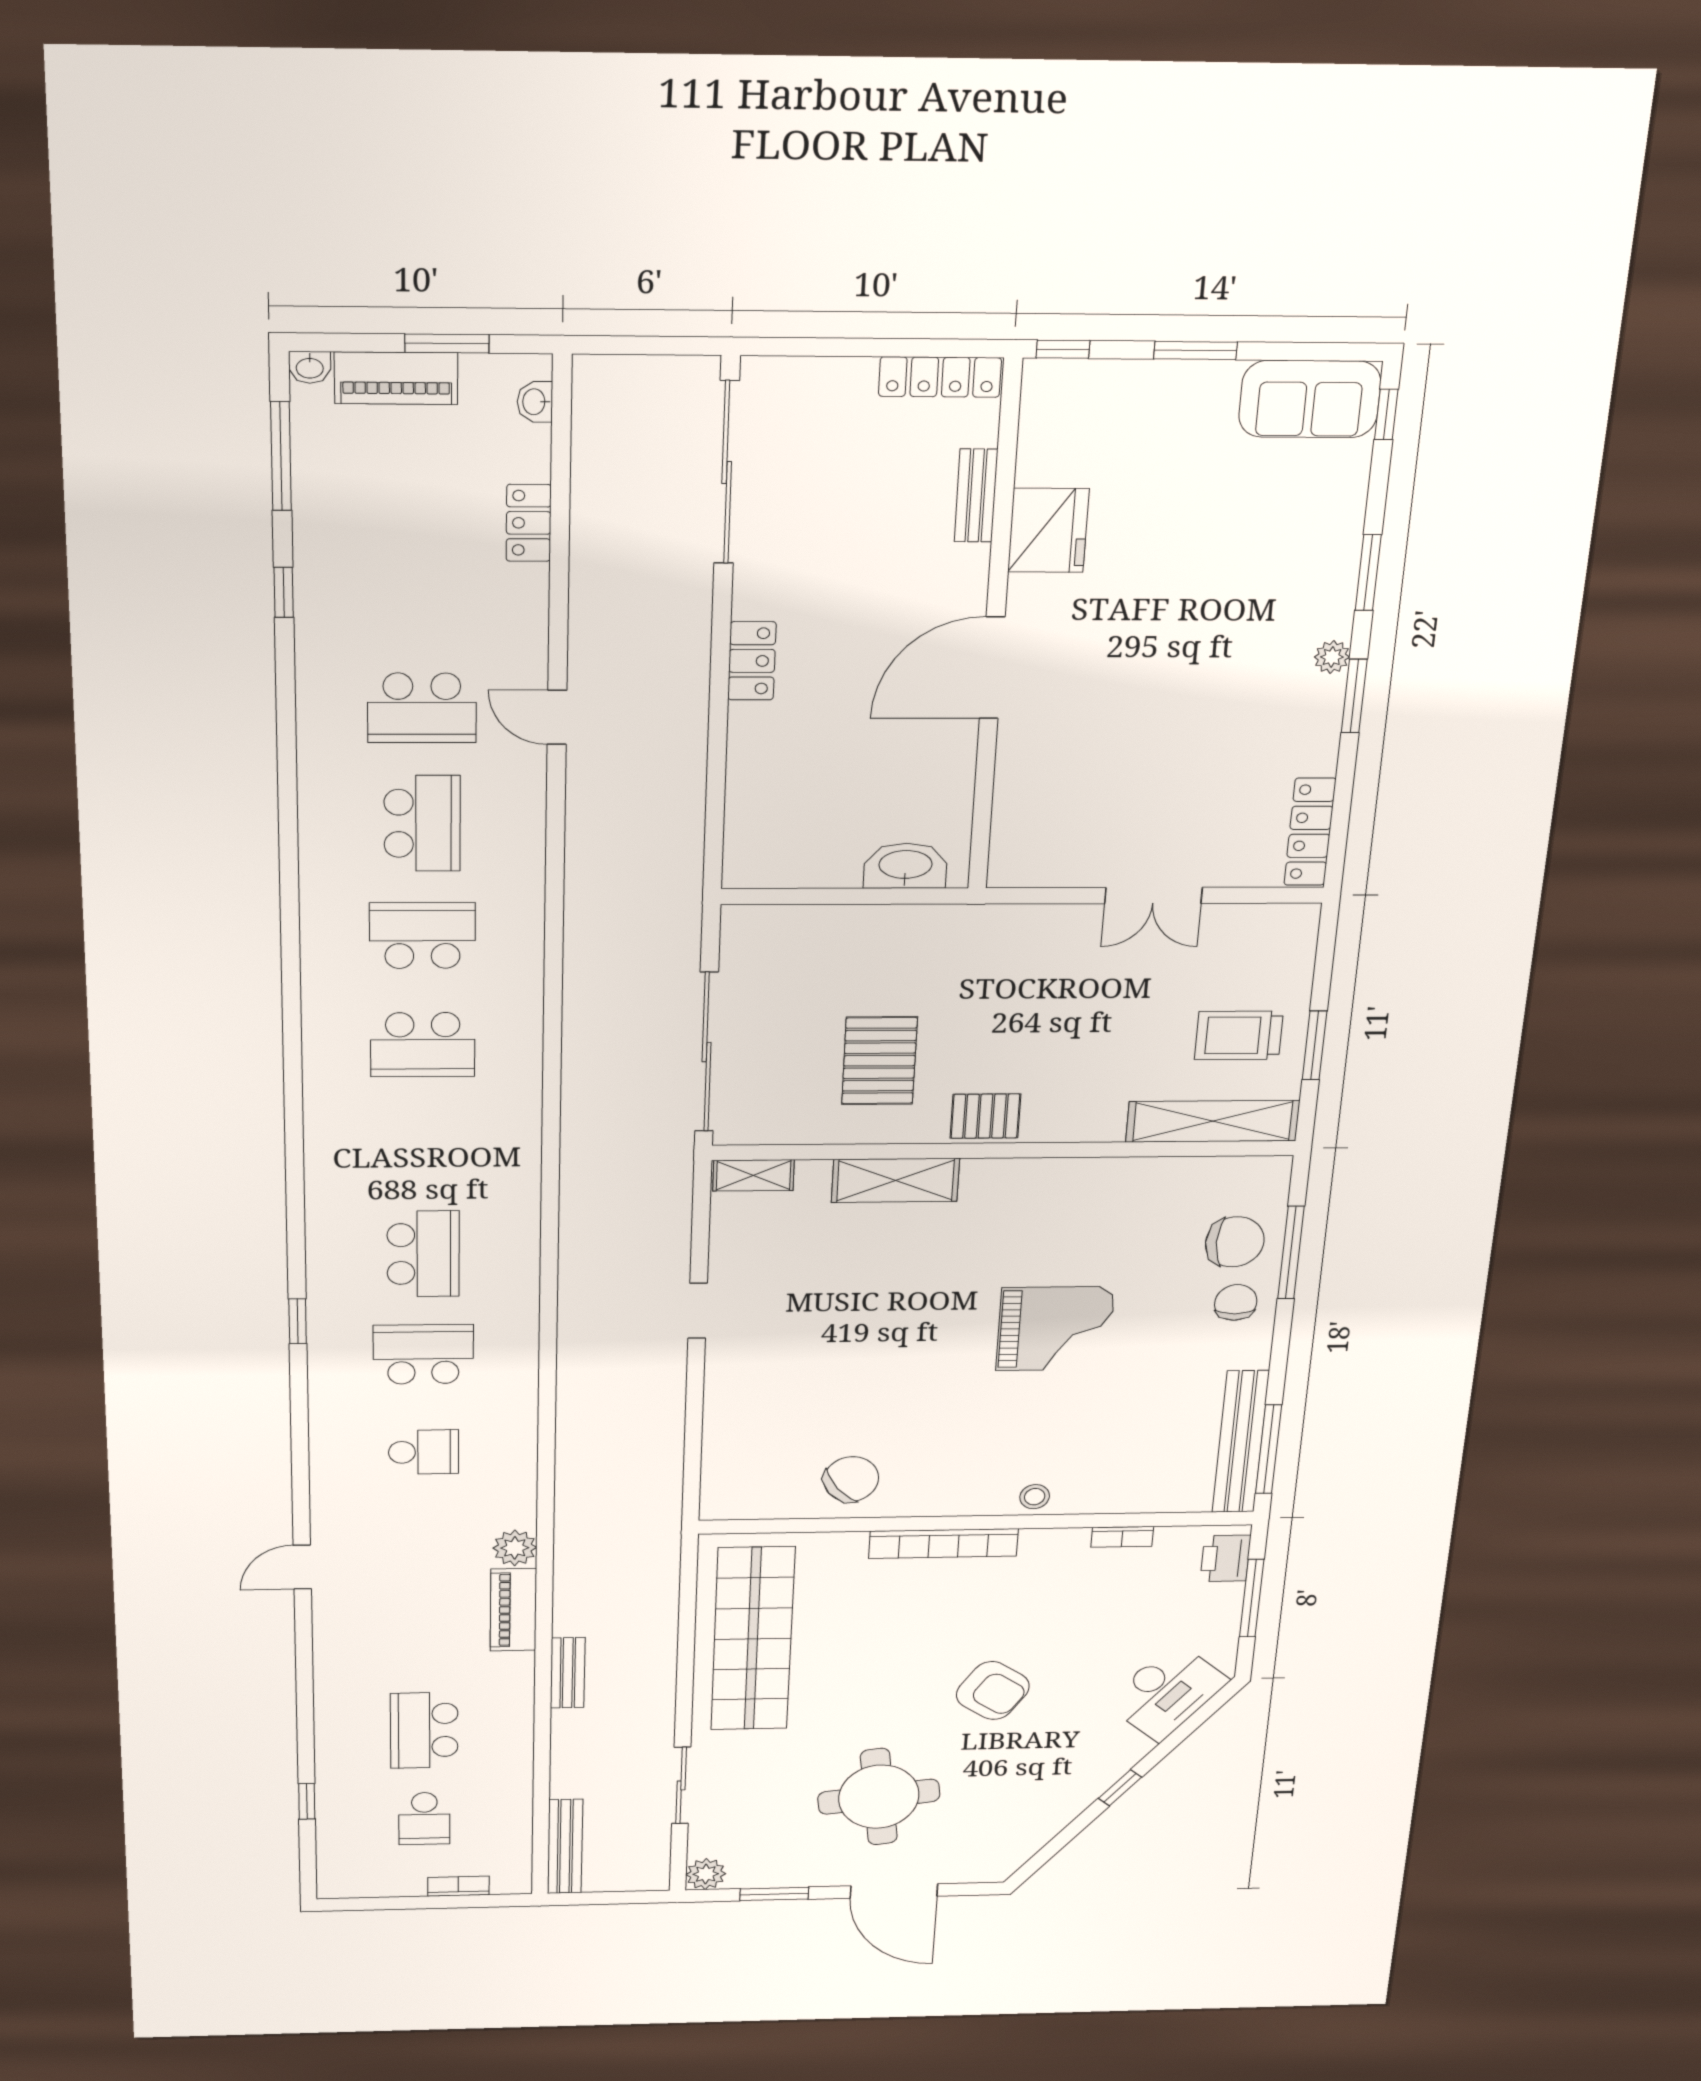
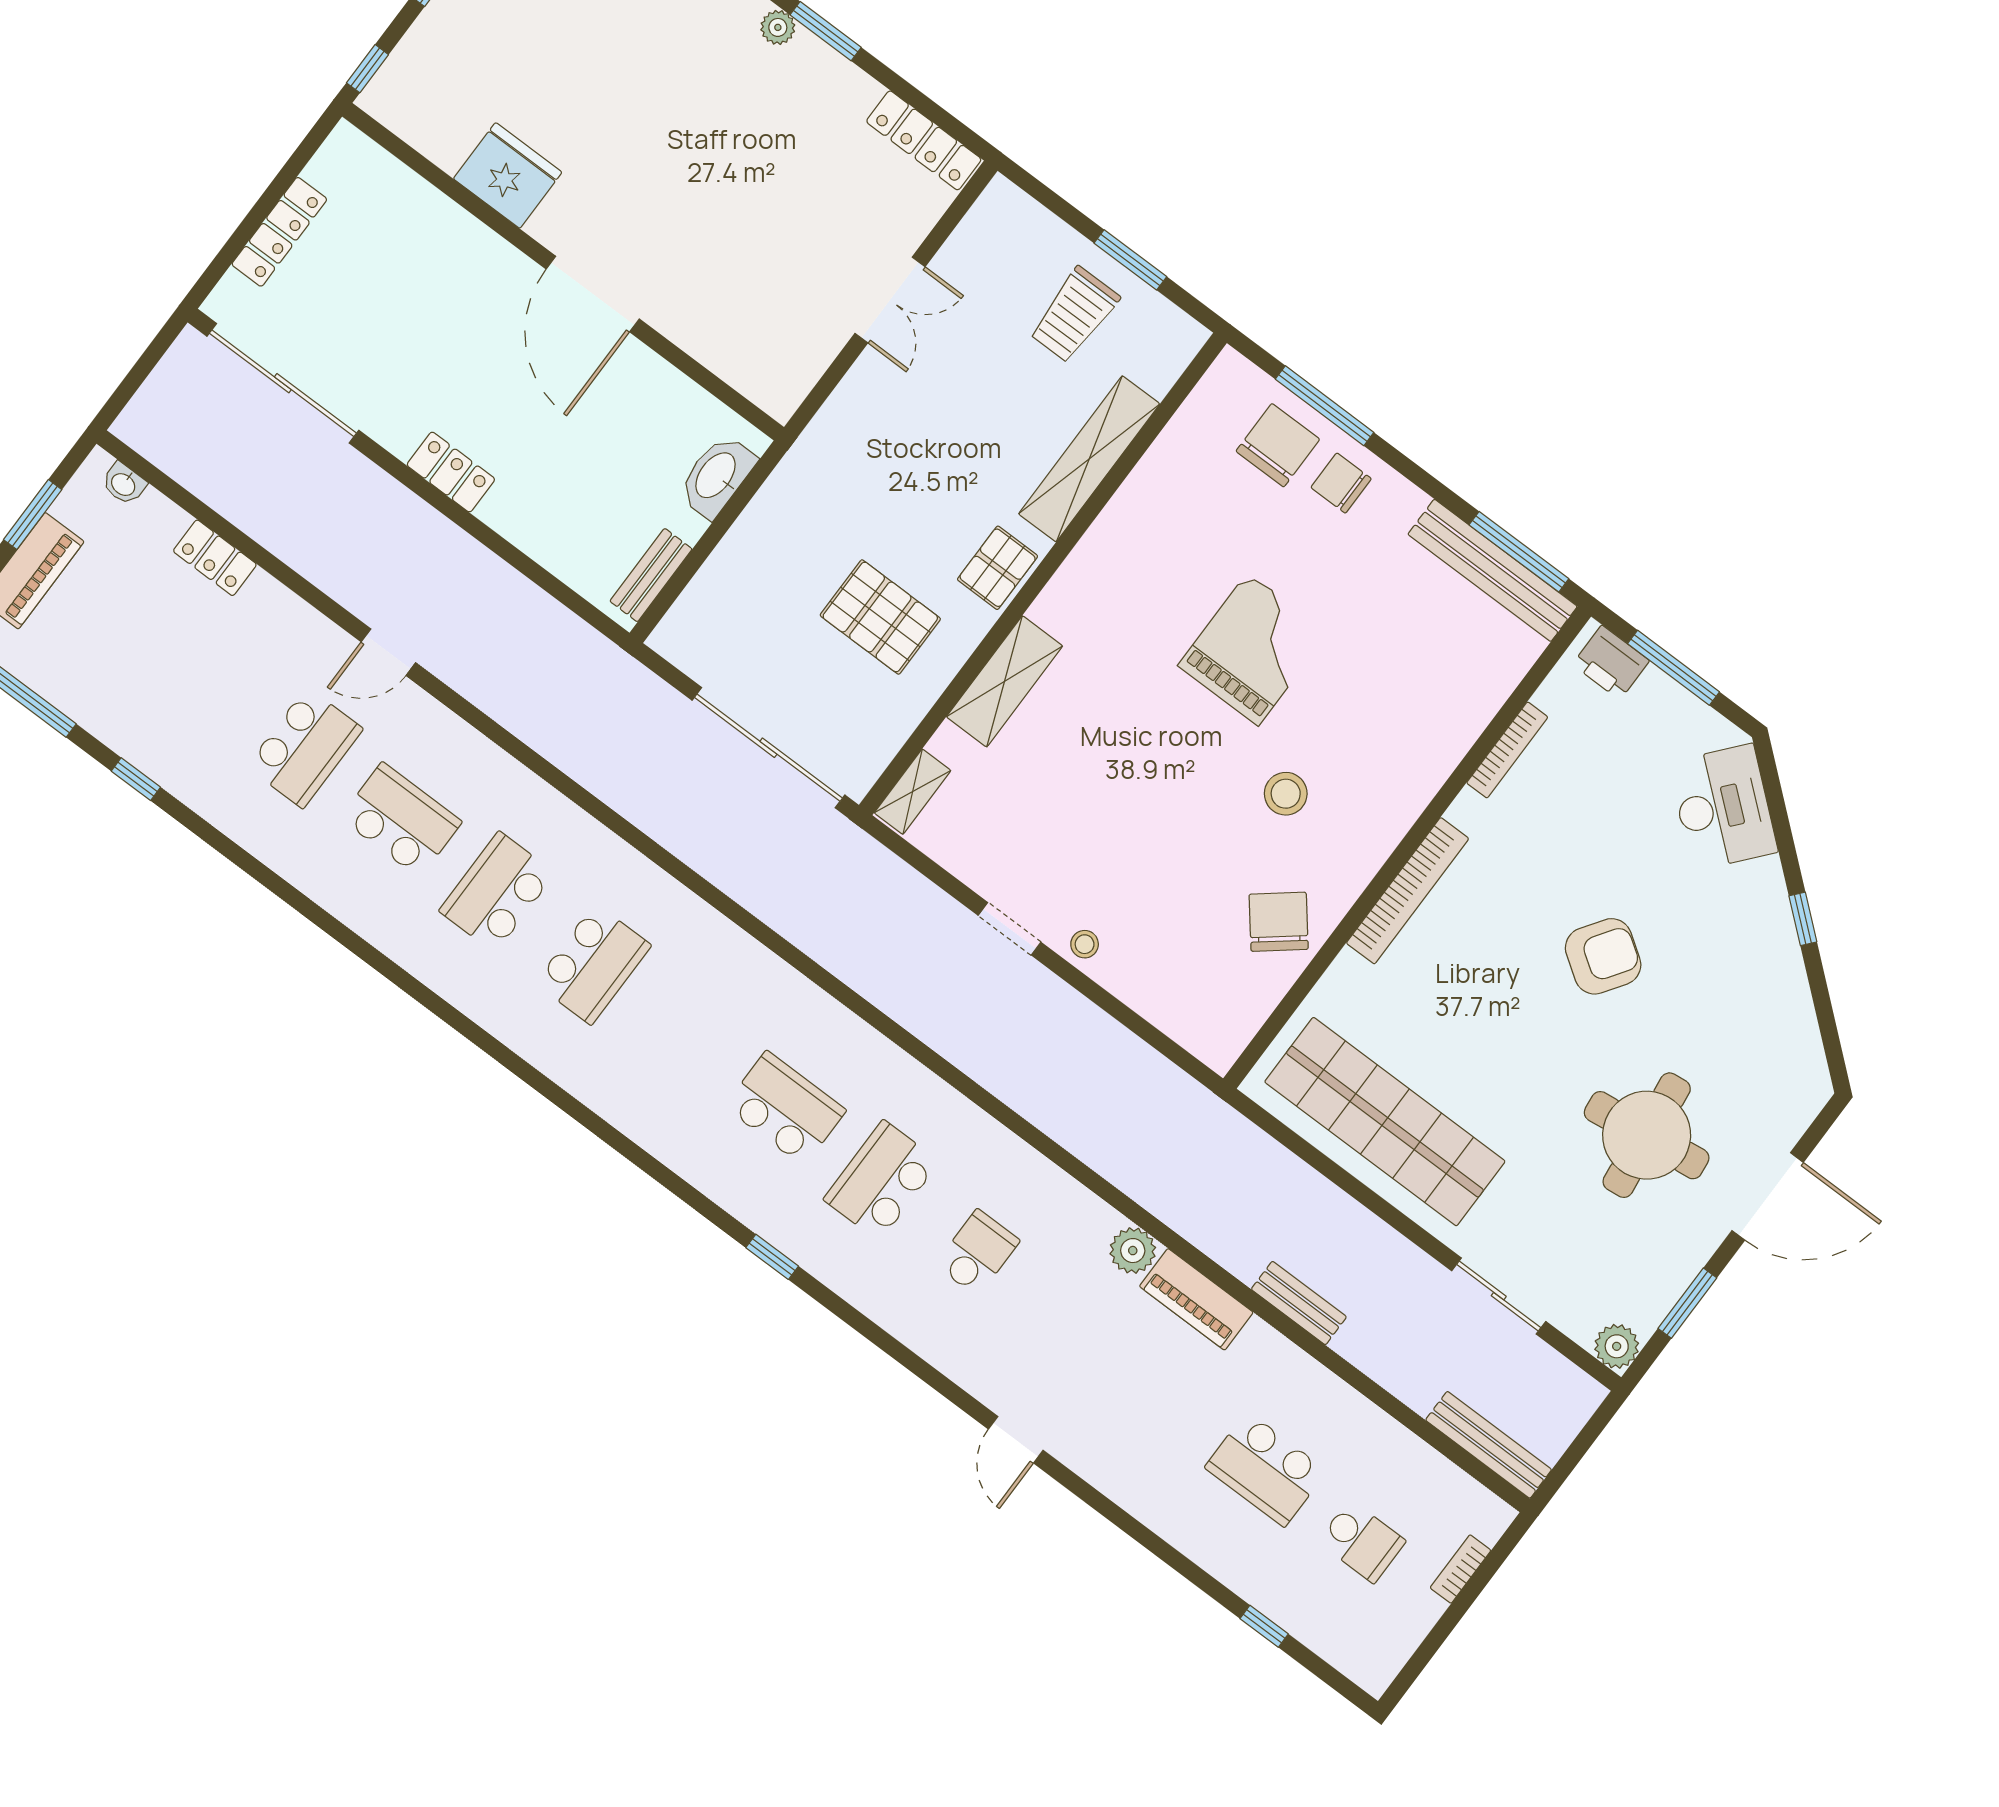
locker: (940, 377) -> (279, 232), moved
bench: (976, 496) -> (651, 575), moved, turned 90
shelving: (1213, 1121) -> (1089, 459), moved
stool: (727, 1367) -> (1085, 944), added
stool: (1035, 1497) -> (1286, 794), moved, width x1.37, depth x1.37
bookcase: (1122, 1537) -> (1507, 750), width x1.56

